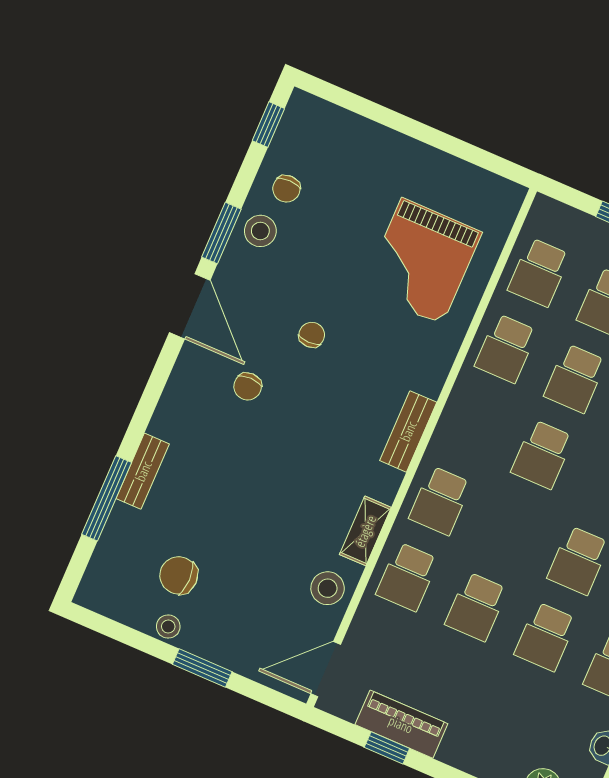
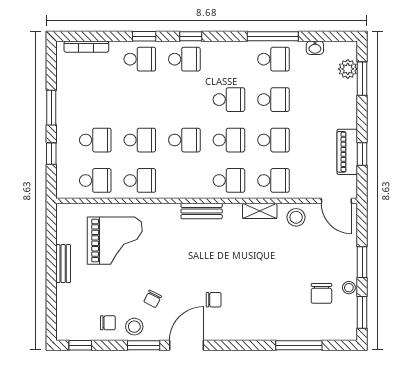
chair: (312, 335) -> (153, 299), moved, turned -63
bench: (143, 471) -> (63, 264), moved, turned 90
school desk: (509, 531) -> (229, 140), added
window: (116, 631) -> (362, 312), added

